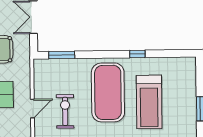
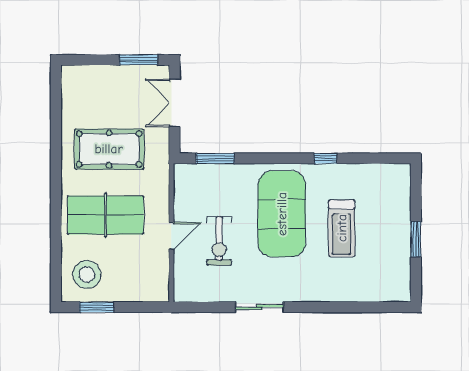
treadmill: (149, 102) -> (342, 228), width x0.73, depth x0.73
exercise bike: (65, 111) -> (219, 241), turned 180

